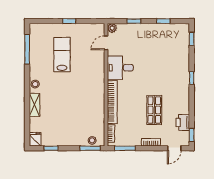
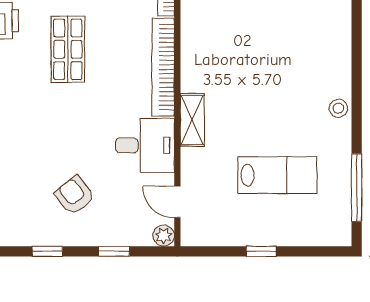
door: (106, 43) -> (177, 202), swing flipped
armchair: (151, 46) -> (74, 195), added
lab bench: (62, 55) -> (277, 175), turned -90
shelving: (35, 105) -> (192, 120), moved

